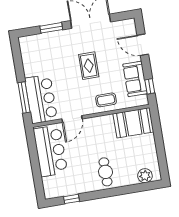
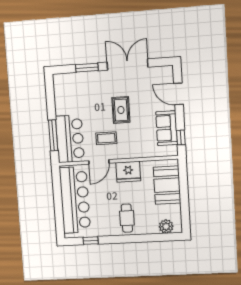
coffee table: (106, 100) -> (106, 138), moved
booth: (133, 123) -> (167, 185), moved, turned 90
fridge: (102, 125) -> (128, 172), added
bar counter: (50, 151) -> (75, 200), width x1.36

